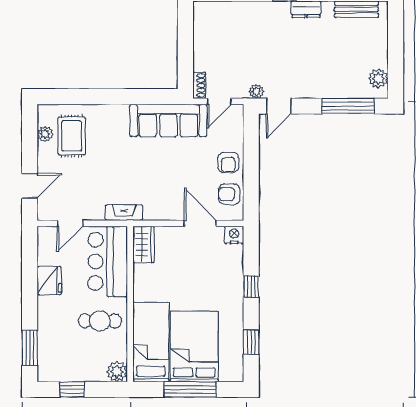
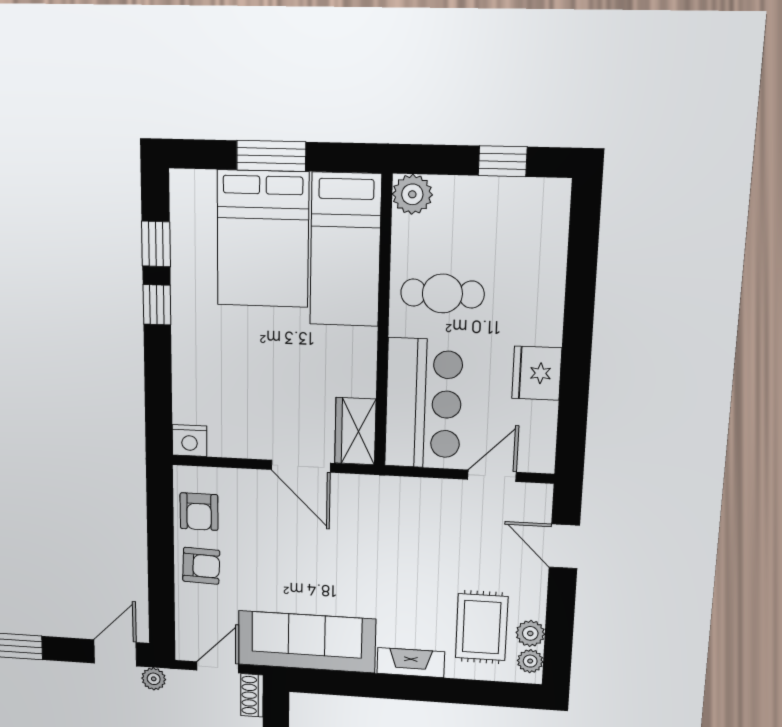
plant: (44, 118) -> (530, 661), added
armchair: (228, 162) -> (201, 566), turned 92
door: (30, 186) -> (564, 546), hinge flipped
armchair: (229, 194) -> (199, 512), turned 90
fireplace: (124, 213) -> (411, 663), moved, turned 180
door: (200, 223) -> (301, 466), moved
window: (251, 287) -> (157, 305), moved
window: (30, 348) -> (583, 246), removed
window: (190, 389) -> (271, 156), width x0.69

